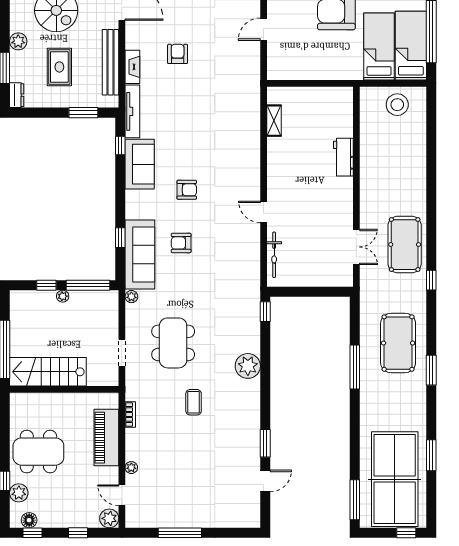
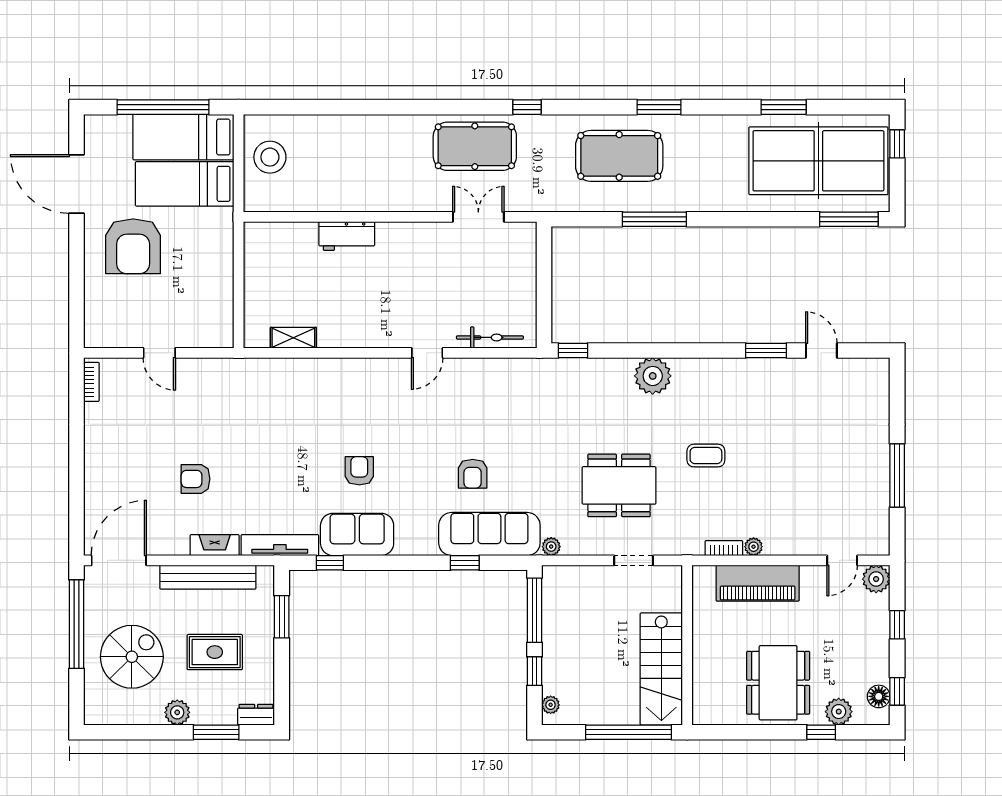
armchair: (187, 190) -> (359, 471), moved
plant: (63, 296) -> (551, 705), moved
plant: (131, 468) -> (754, 547), moved

